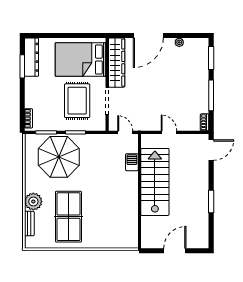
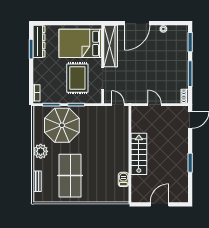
barbecue: (132, 162) -> (123, 179), moved
stairs: (155, 182) -> (139, 154), width x0.73, depth x0.66
plant: (33, 202) -> (41, 151), moved

